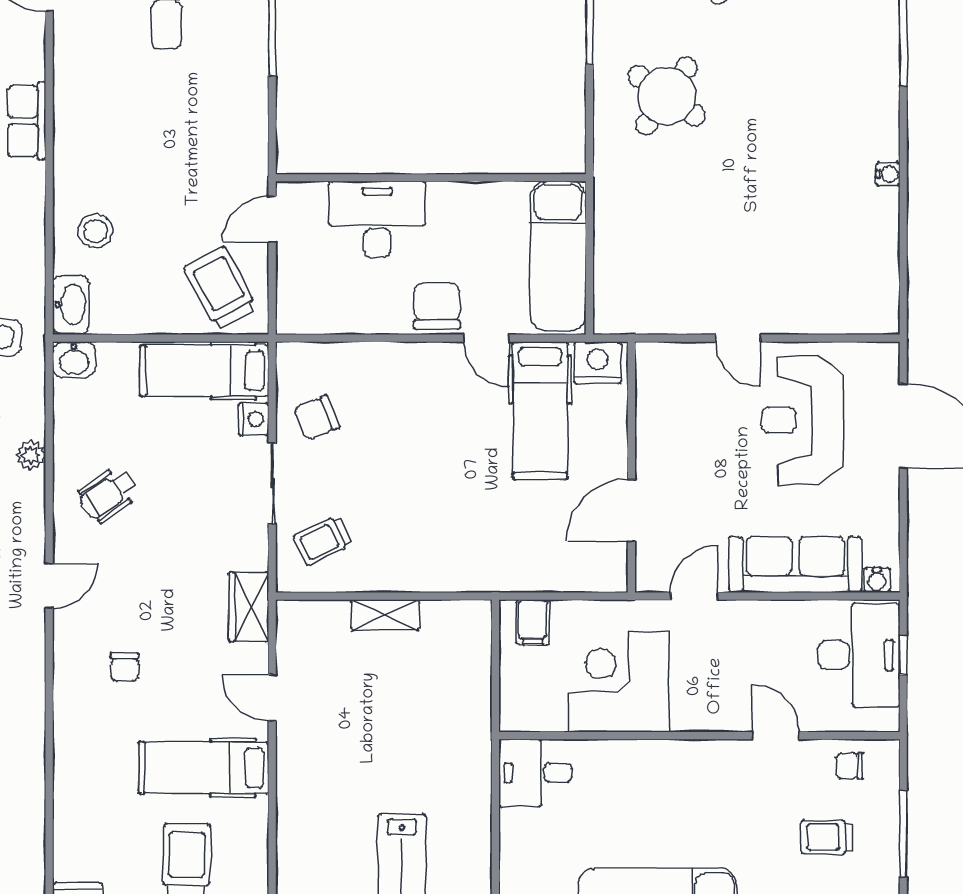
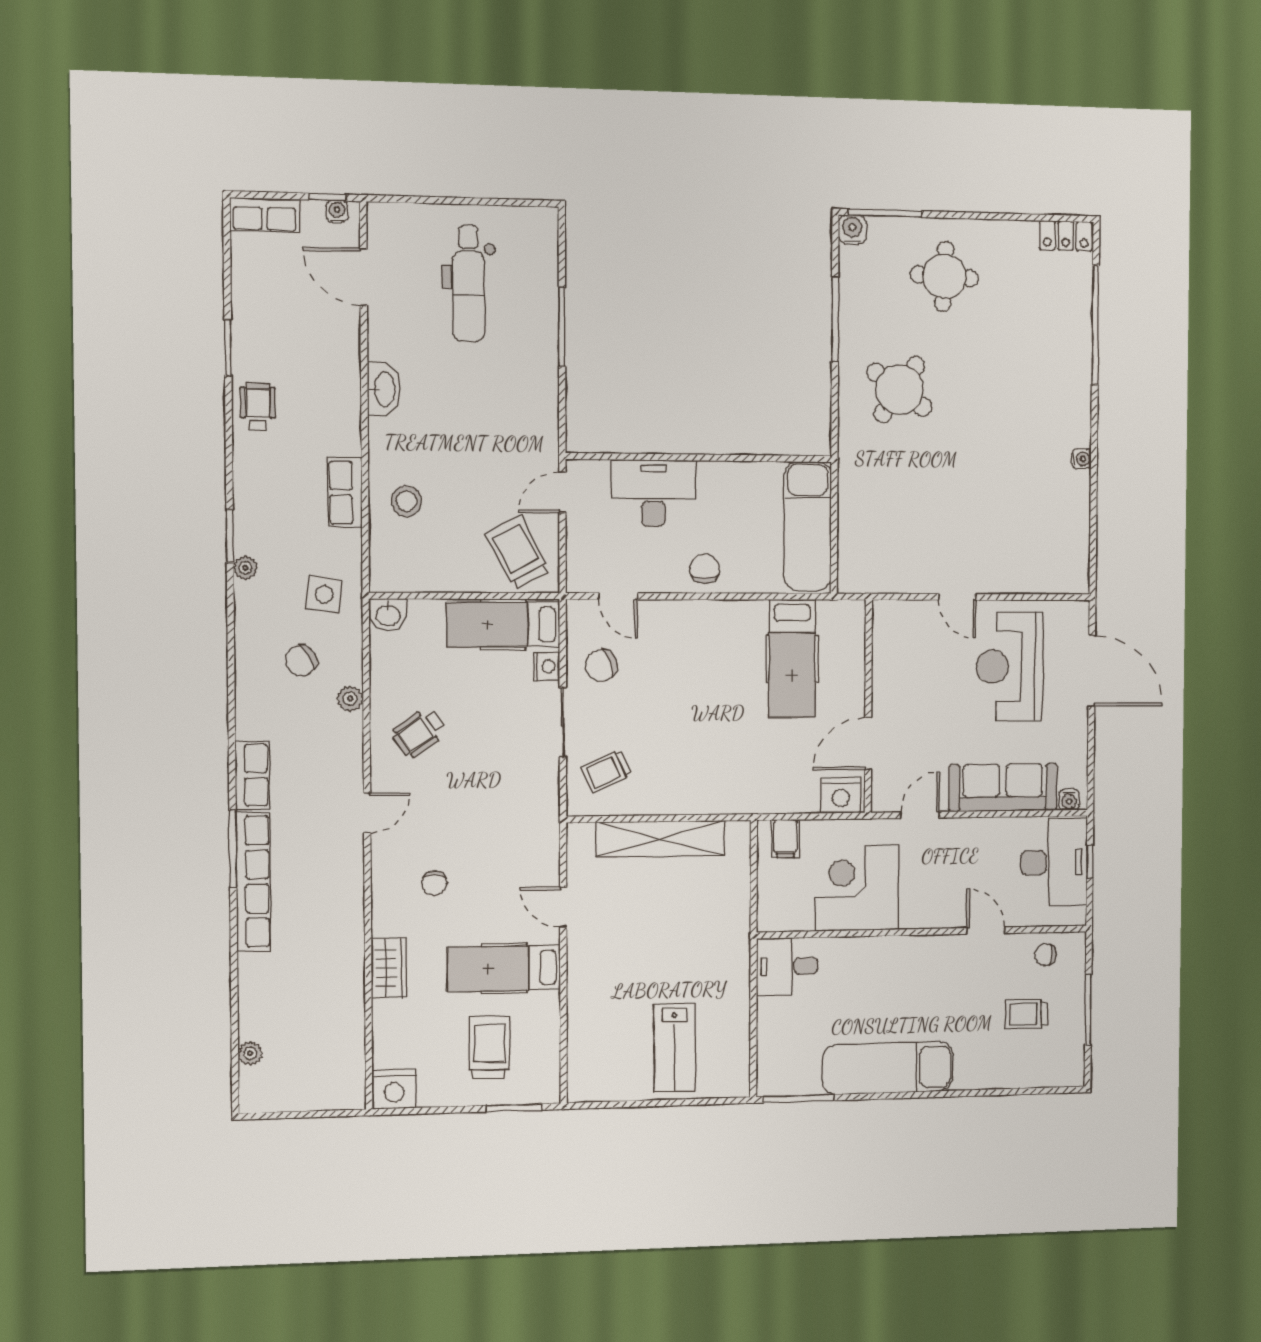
row of seats: (27, 121) -> (345, 492), moved
washbasin: (71, 305) -> (384, 389), moved
chair: (437, 306) -> (705, 569), width x0.73, depth x0.73
door: (486, 338) -> (618, 596), moved
nightstand: (598, 363) -> (841, 795), moved, turned 180
wardrobe: (249, 607) -> (389, 968), moved, turned 180
shelving: (385, 615) -> (660, 839), width x2.20, depth x1.33

